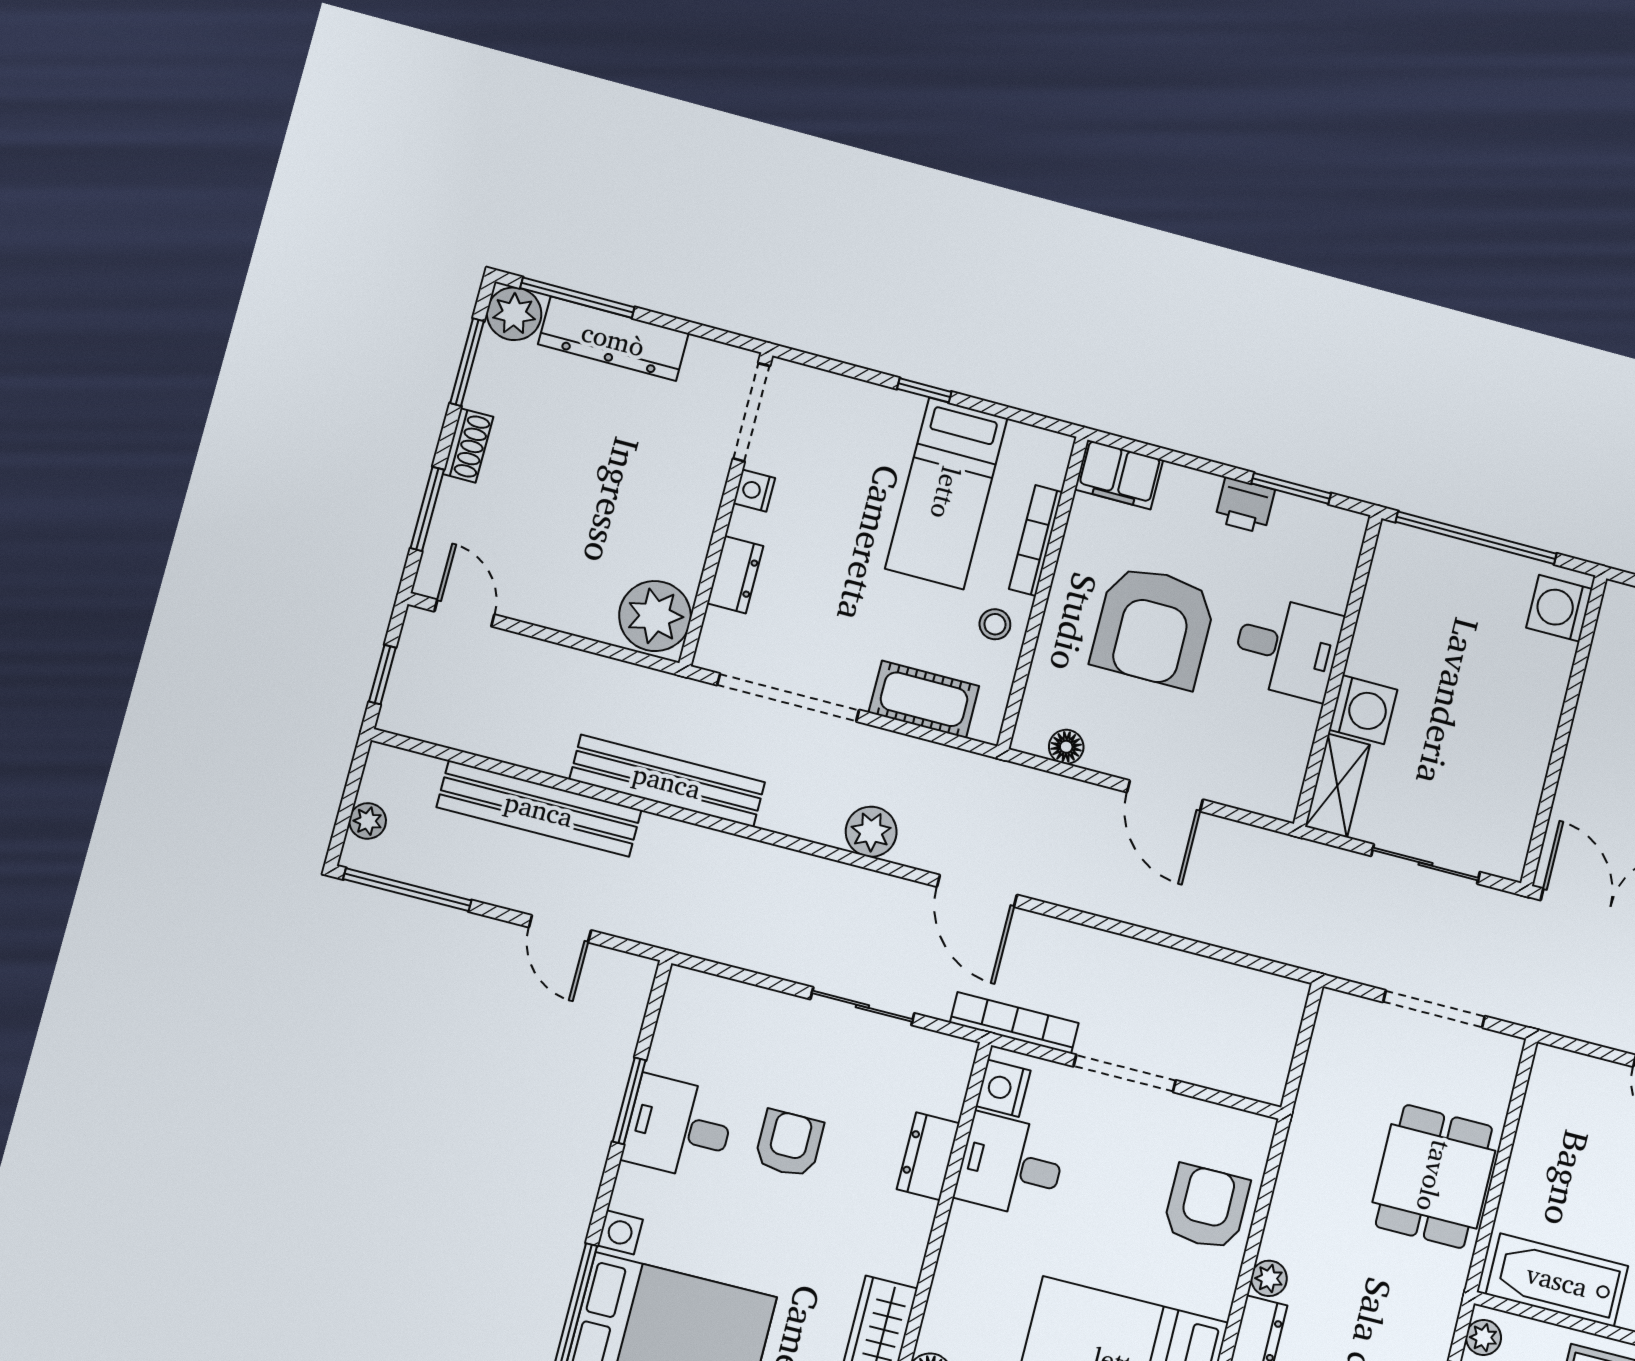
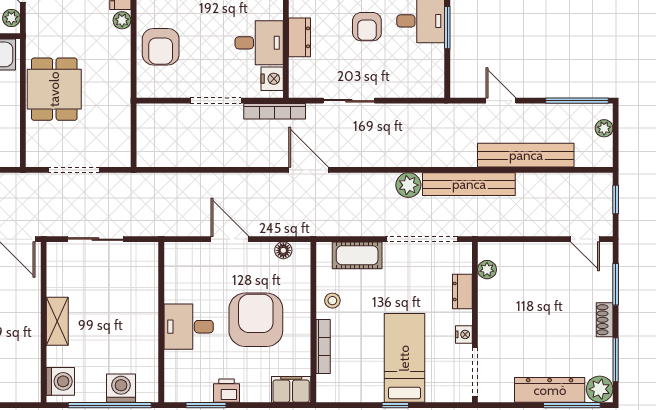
bed: (946, 493) -> (404, 358), moved
plant: (655, 616) -> (487, 270), width x0.53, depth x0.53
washing machine: (1363, 710) -> (121, 388), moved, turned 90
shelving: (1337, 786) -> (57, 321), moved
plant: (871, 832) -> (408, 185), moved

